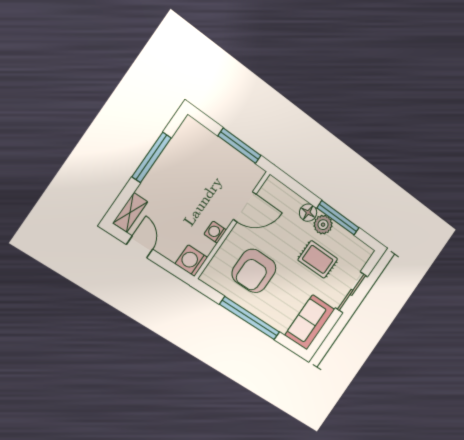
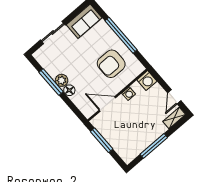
rug: (318, 259) -> (70, 60), removed
armchair: (254, 271) -> (111, 64), turned 180

